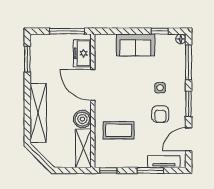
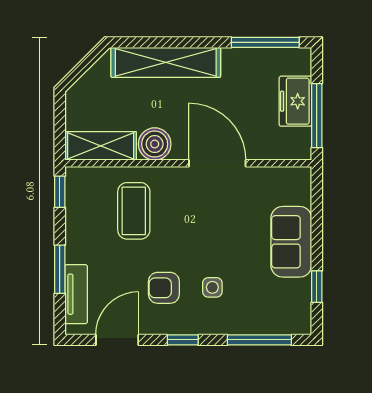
floor lamp: (181, 39) -> (303, 326), removed
freezer: (82, 53) -> (295, 101), moved, turned -90
window: (27, 59) -> (265, 42), width x1.44
door: (93, 85) -> (217, 163), hinge flipped
window: (189, 104) -> (183, 340), width x0.67
door: (189, 139) -> (117, 340), hinge flipped

